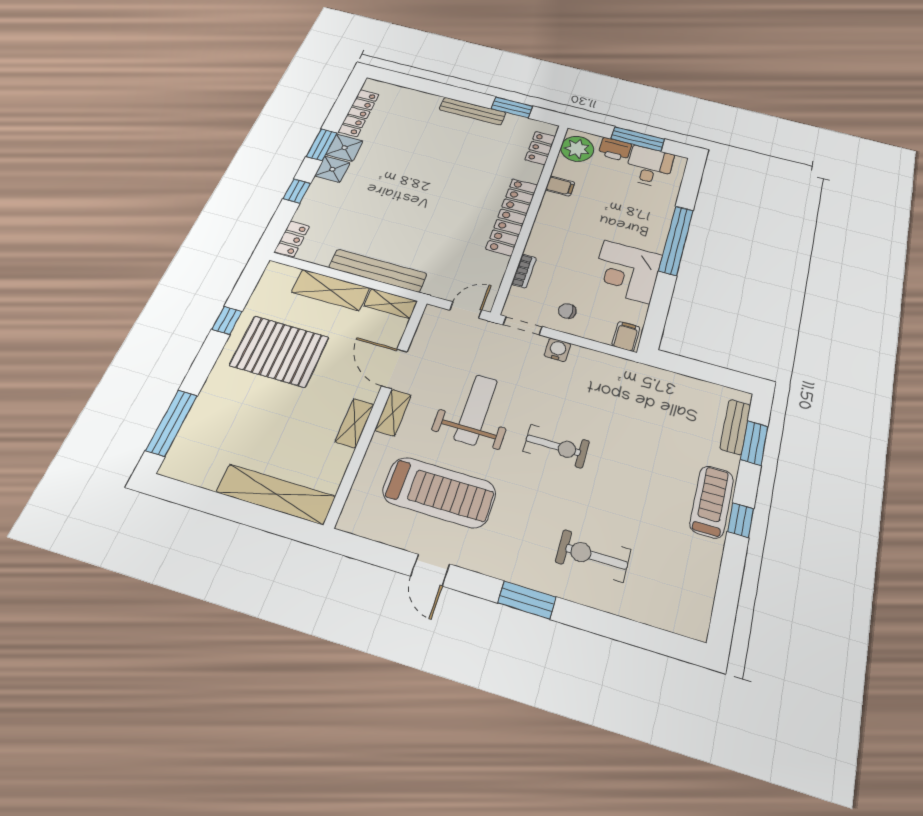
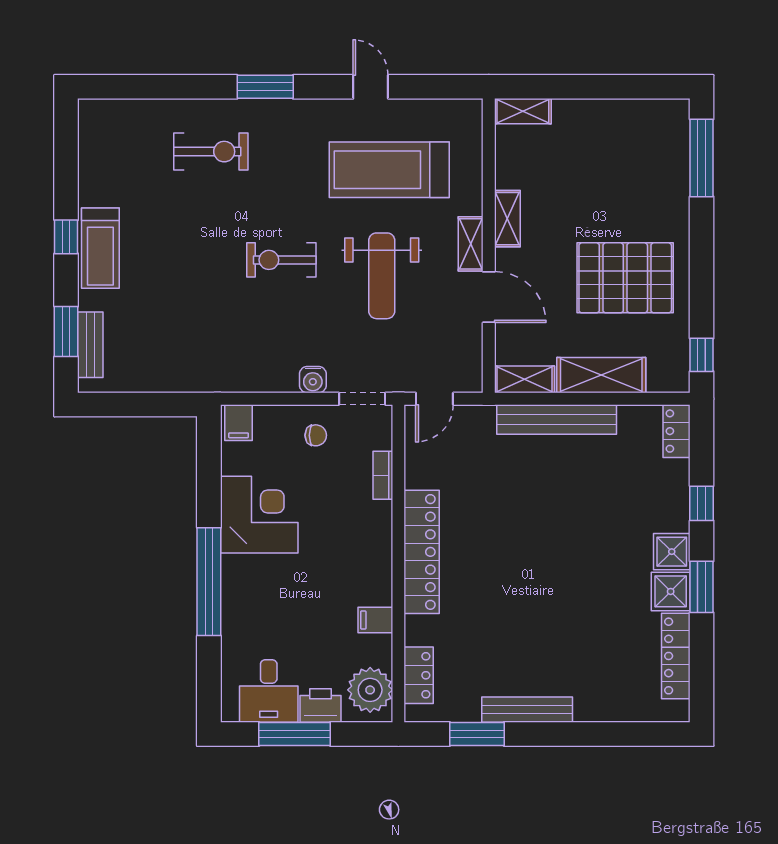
window: (227, 320) -> (702, 355), moved
shelving: (276, 494) -> (523, 111), width x0.45, depth x0.75

